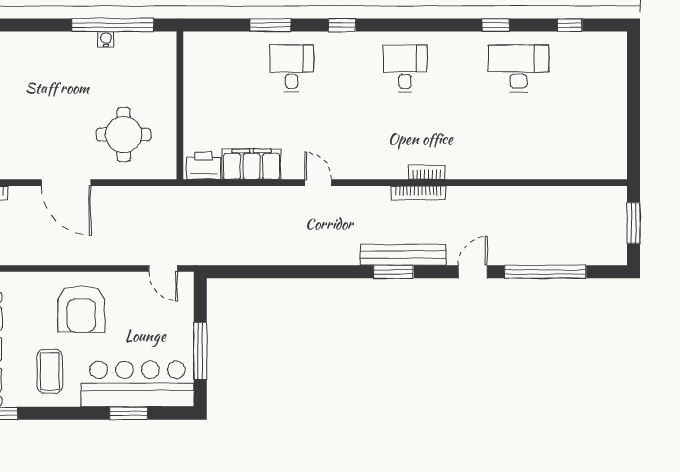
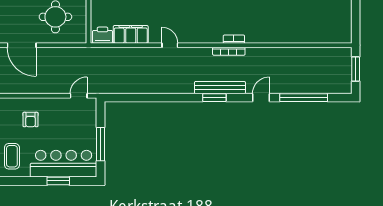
door: (163, 269) -> (79, 96), swing flipped
armchair: (81, 309) -> (30, 119), width x0.53, depth x0.53

